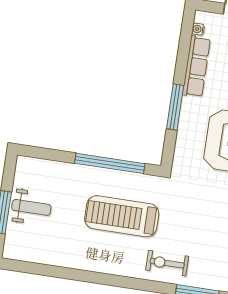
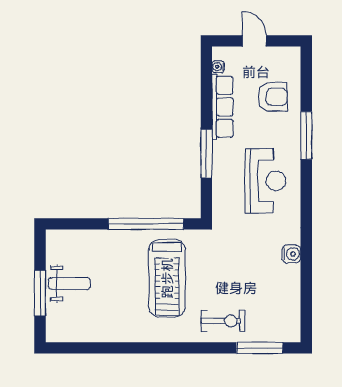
treadmill: (122, 216) -> (167, 278), turned -90
exercise bike: (167, 263) -> (223, 321), turned 180

